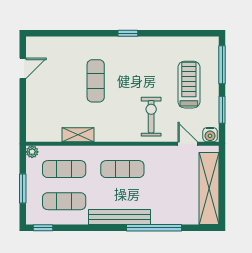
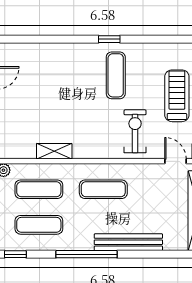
exercise mat: (96, 81) -> (116, 75), moved
bench: (119, 217) -> (128, 242), moved
window: (154, 228) -> (86, 254), moved

